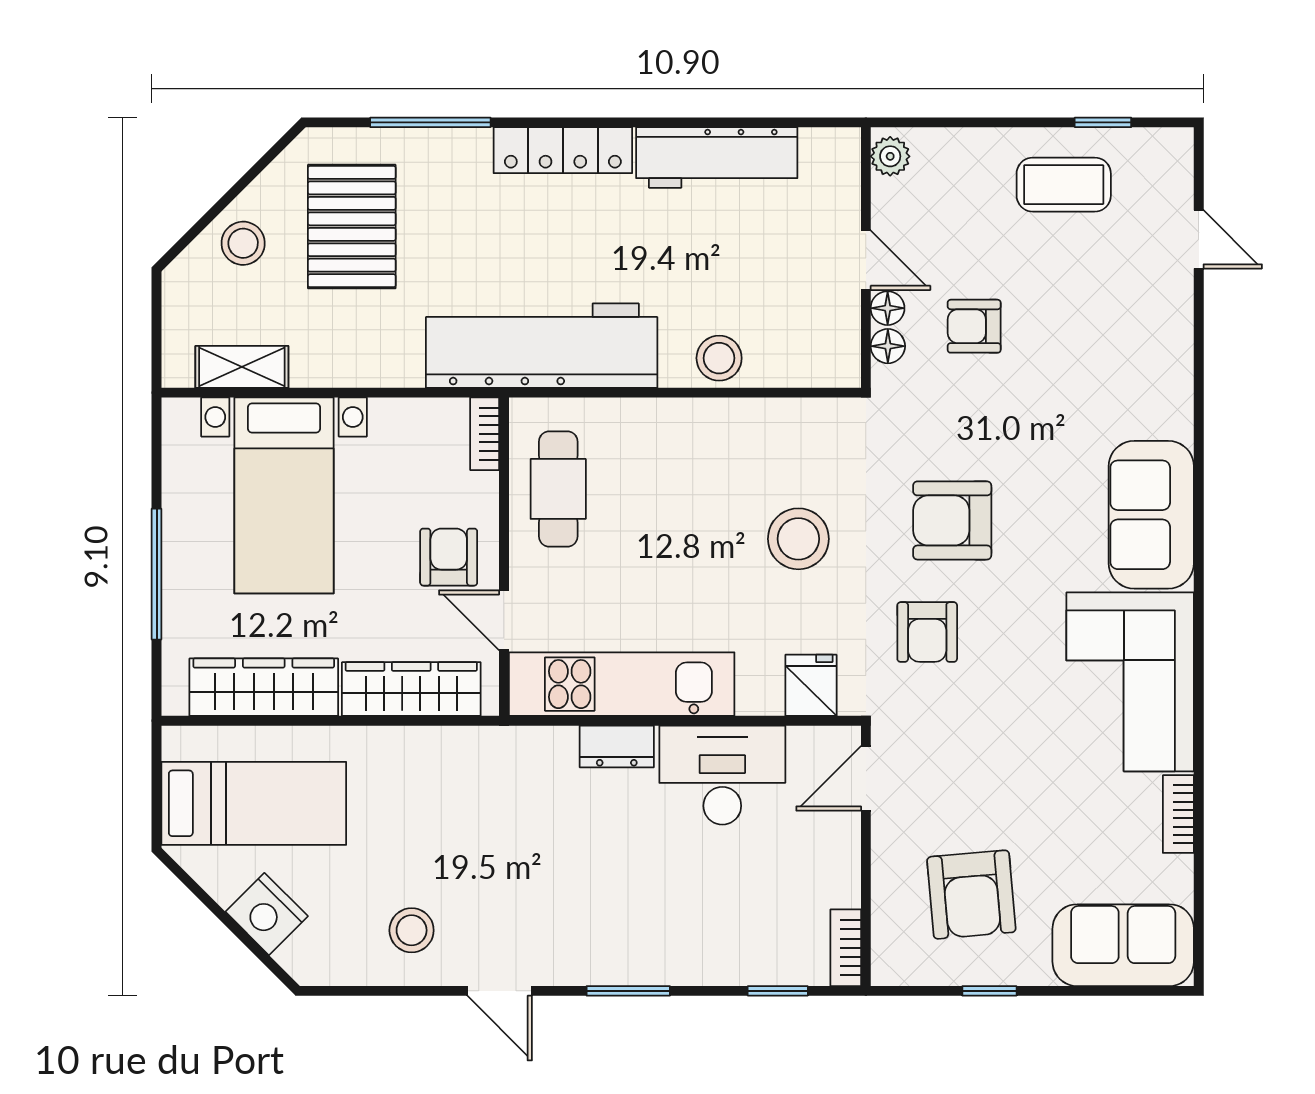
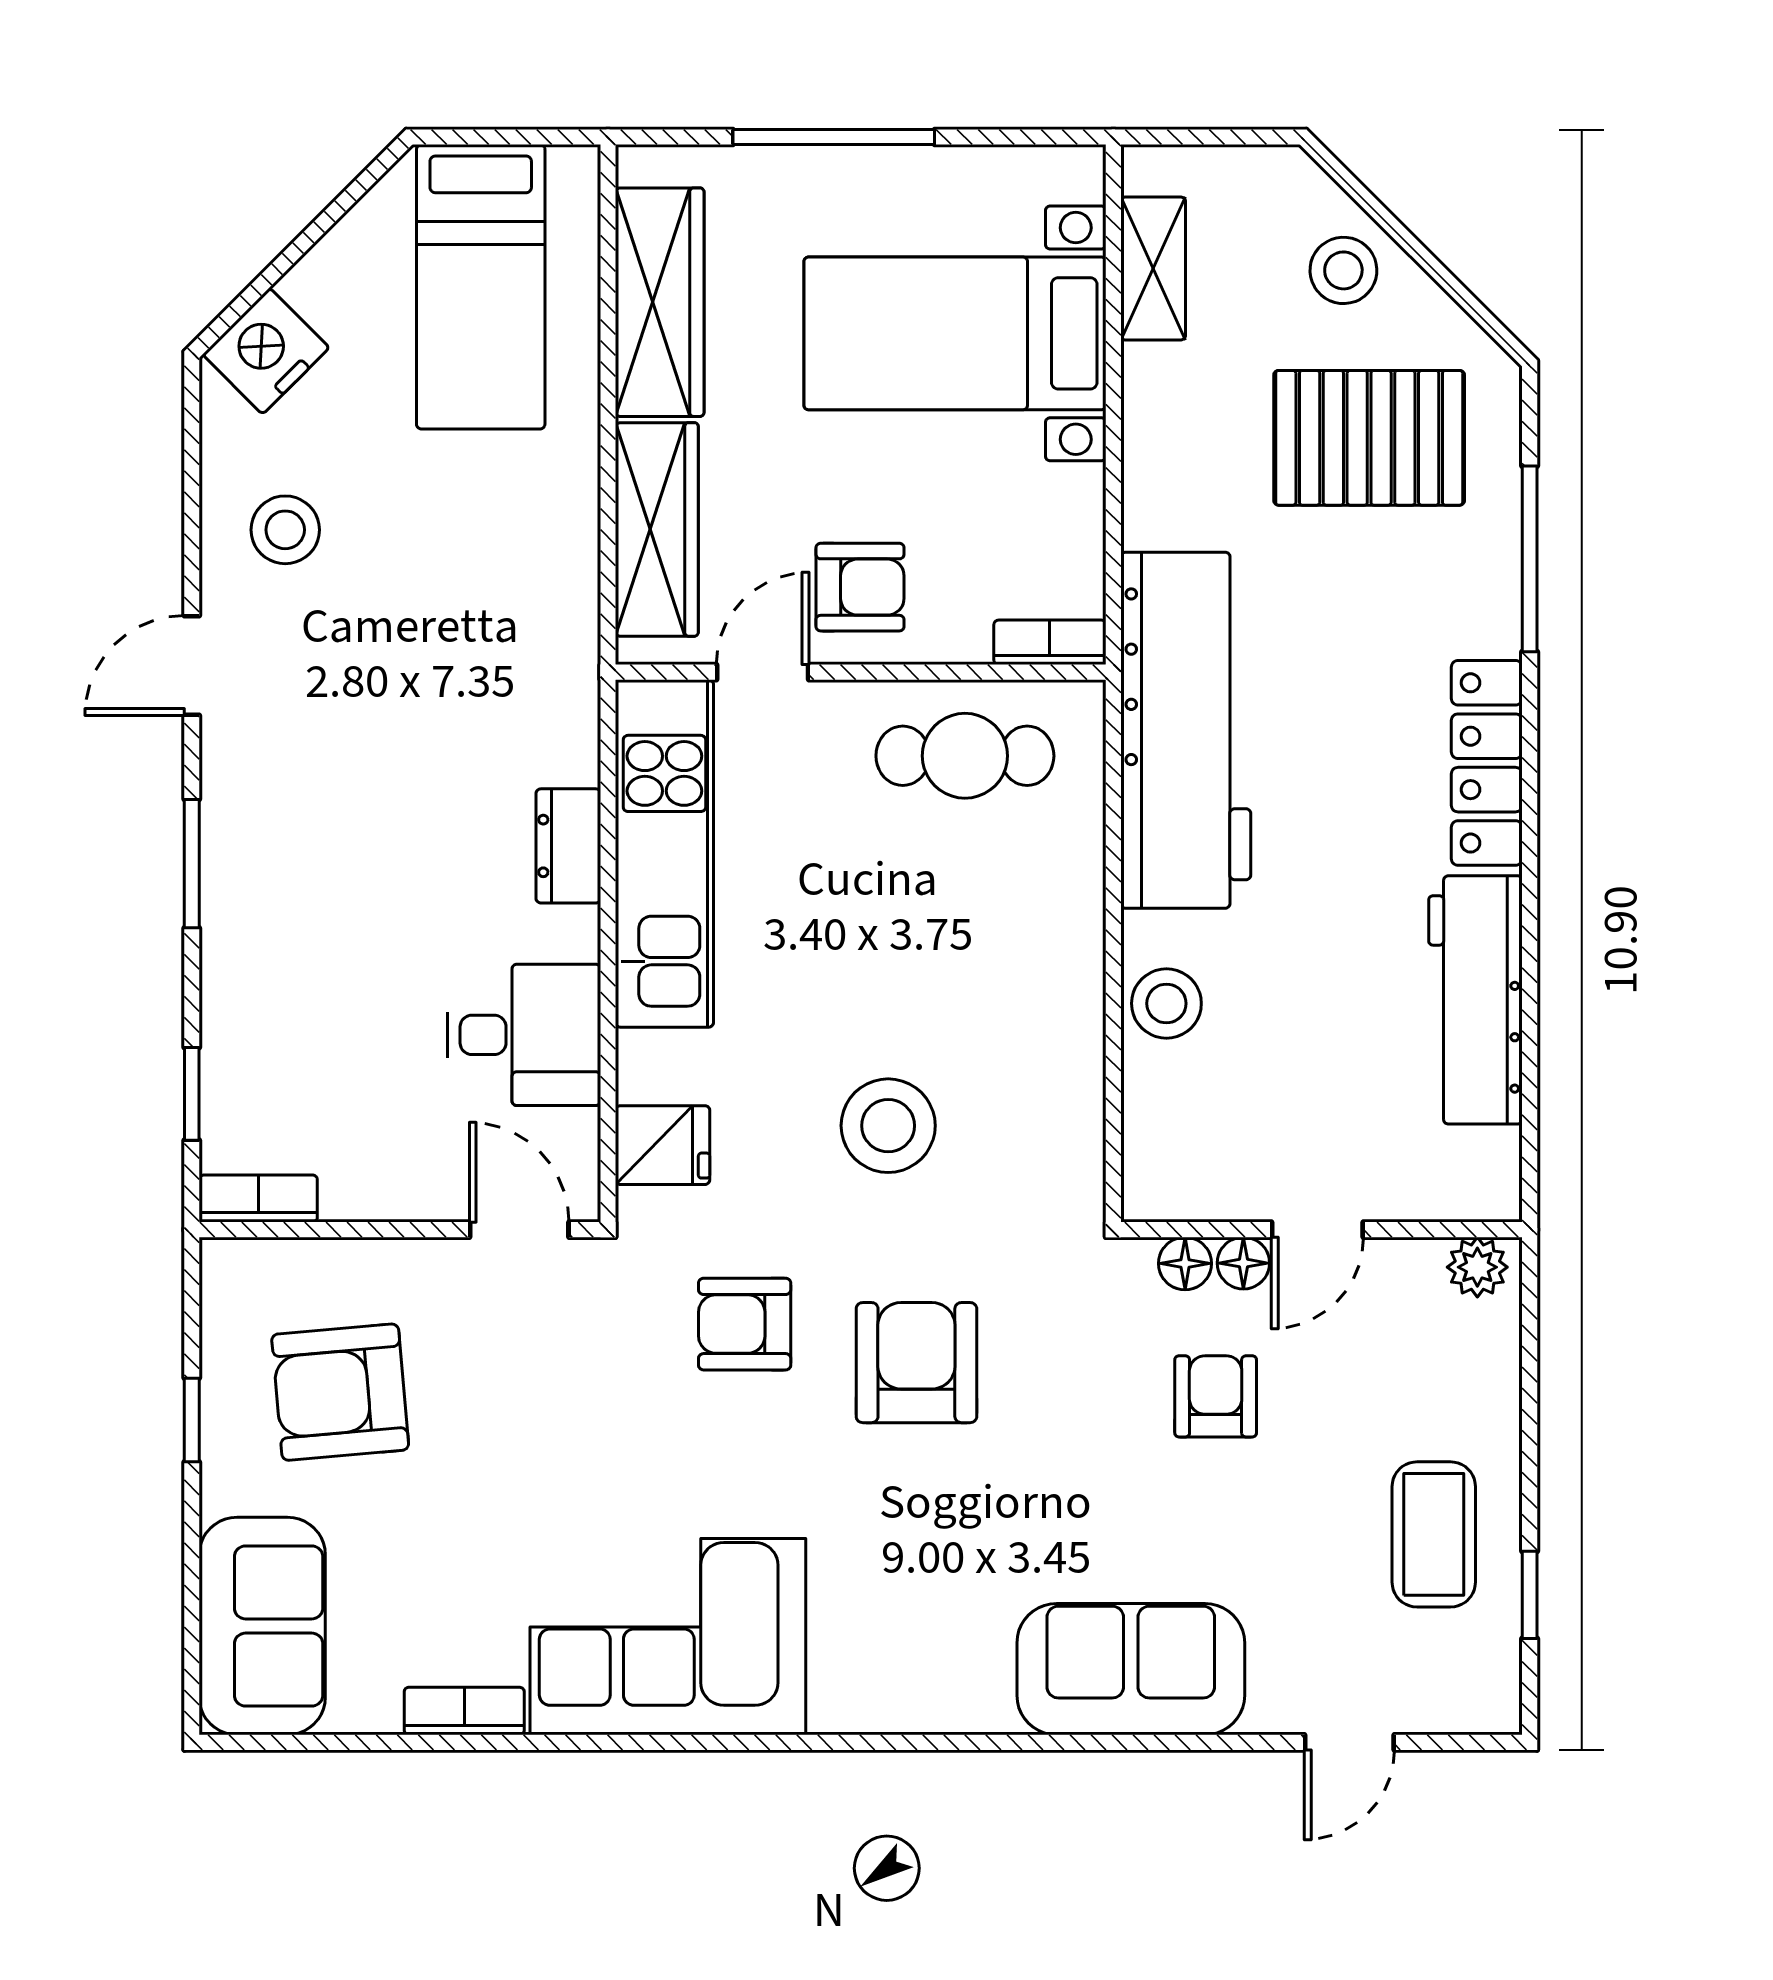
sofa: (1151, 515) -> (1131, 1669), moved
desk: (722, 775) -> (524, 1035), width x0.73
nightstand: (267, 914) -> (266, 351), moved

